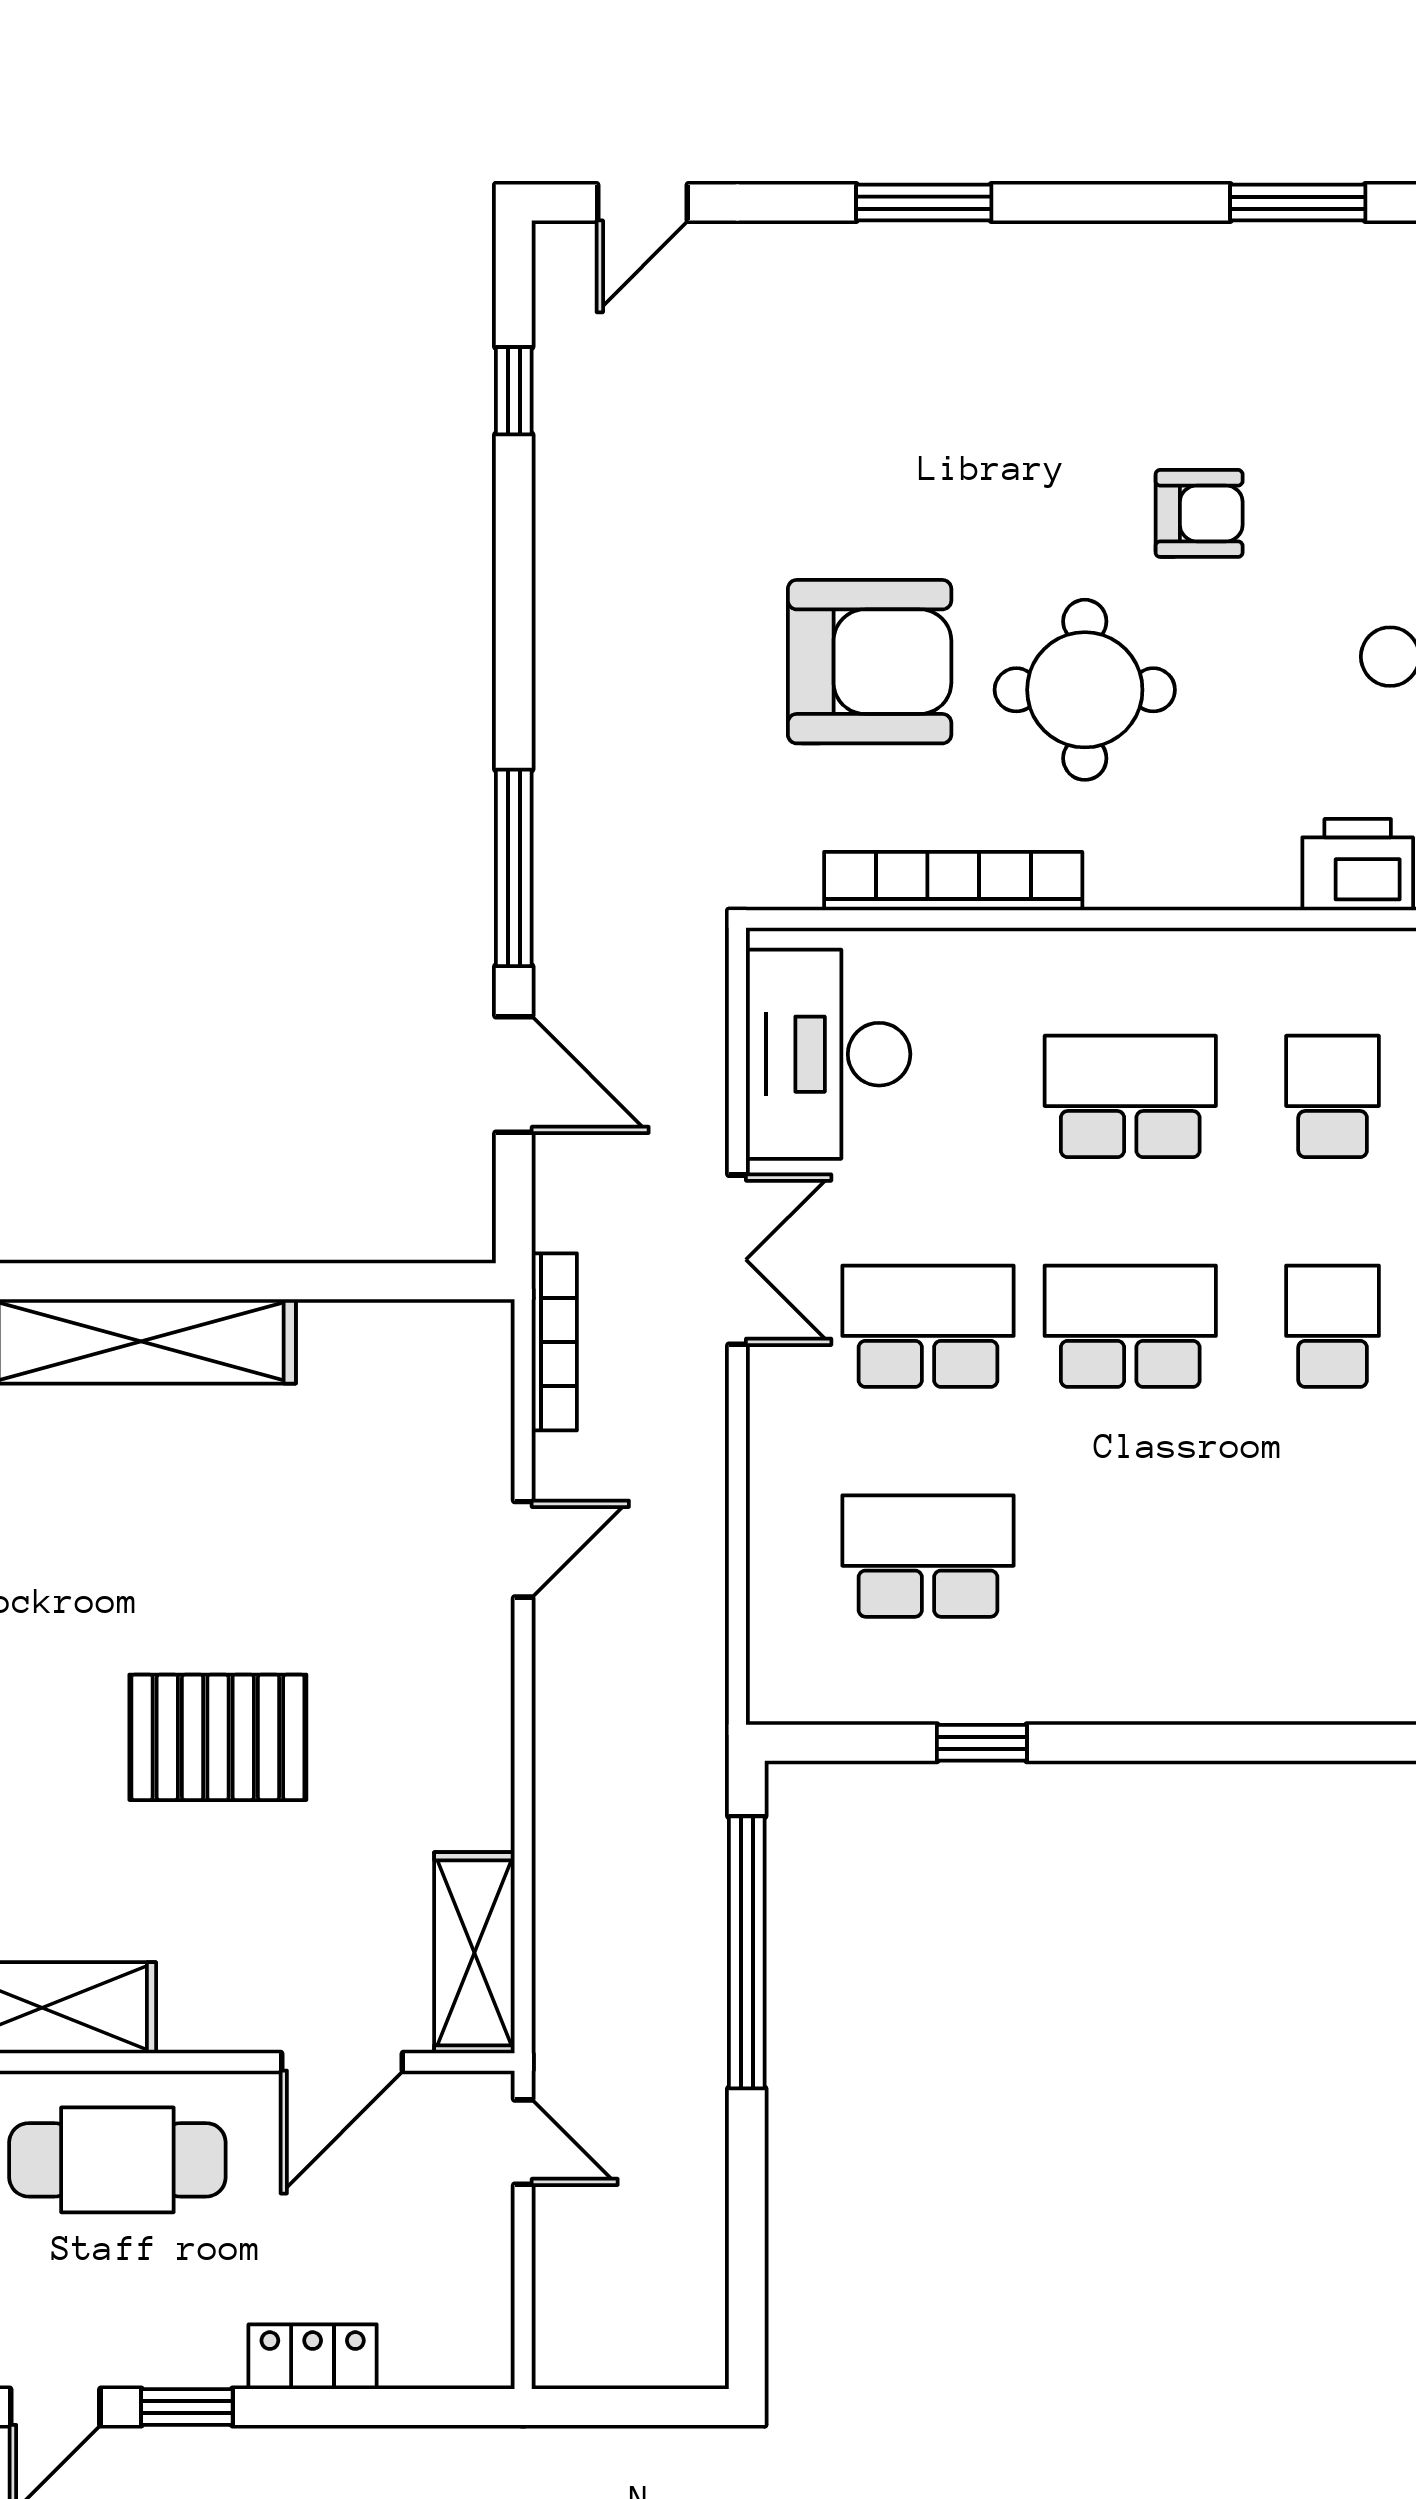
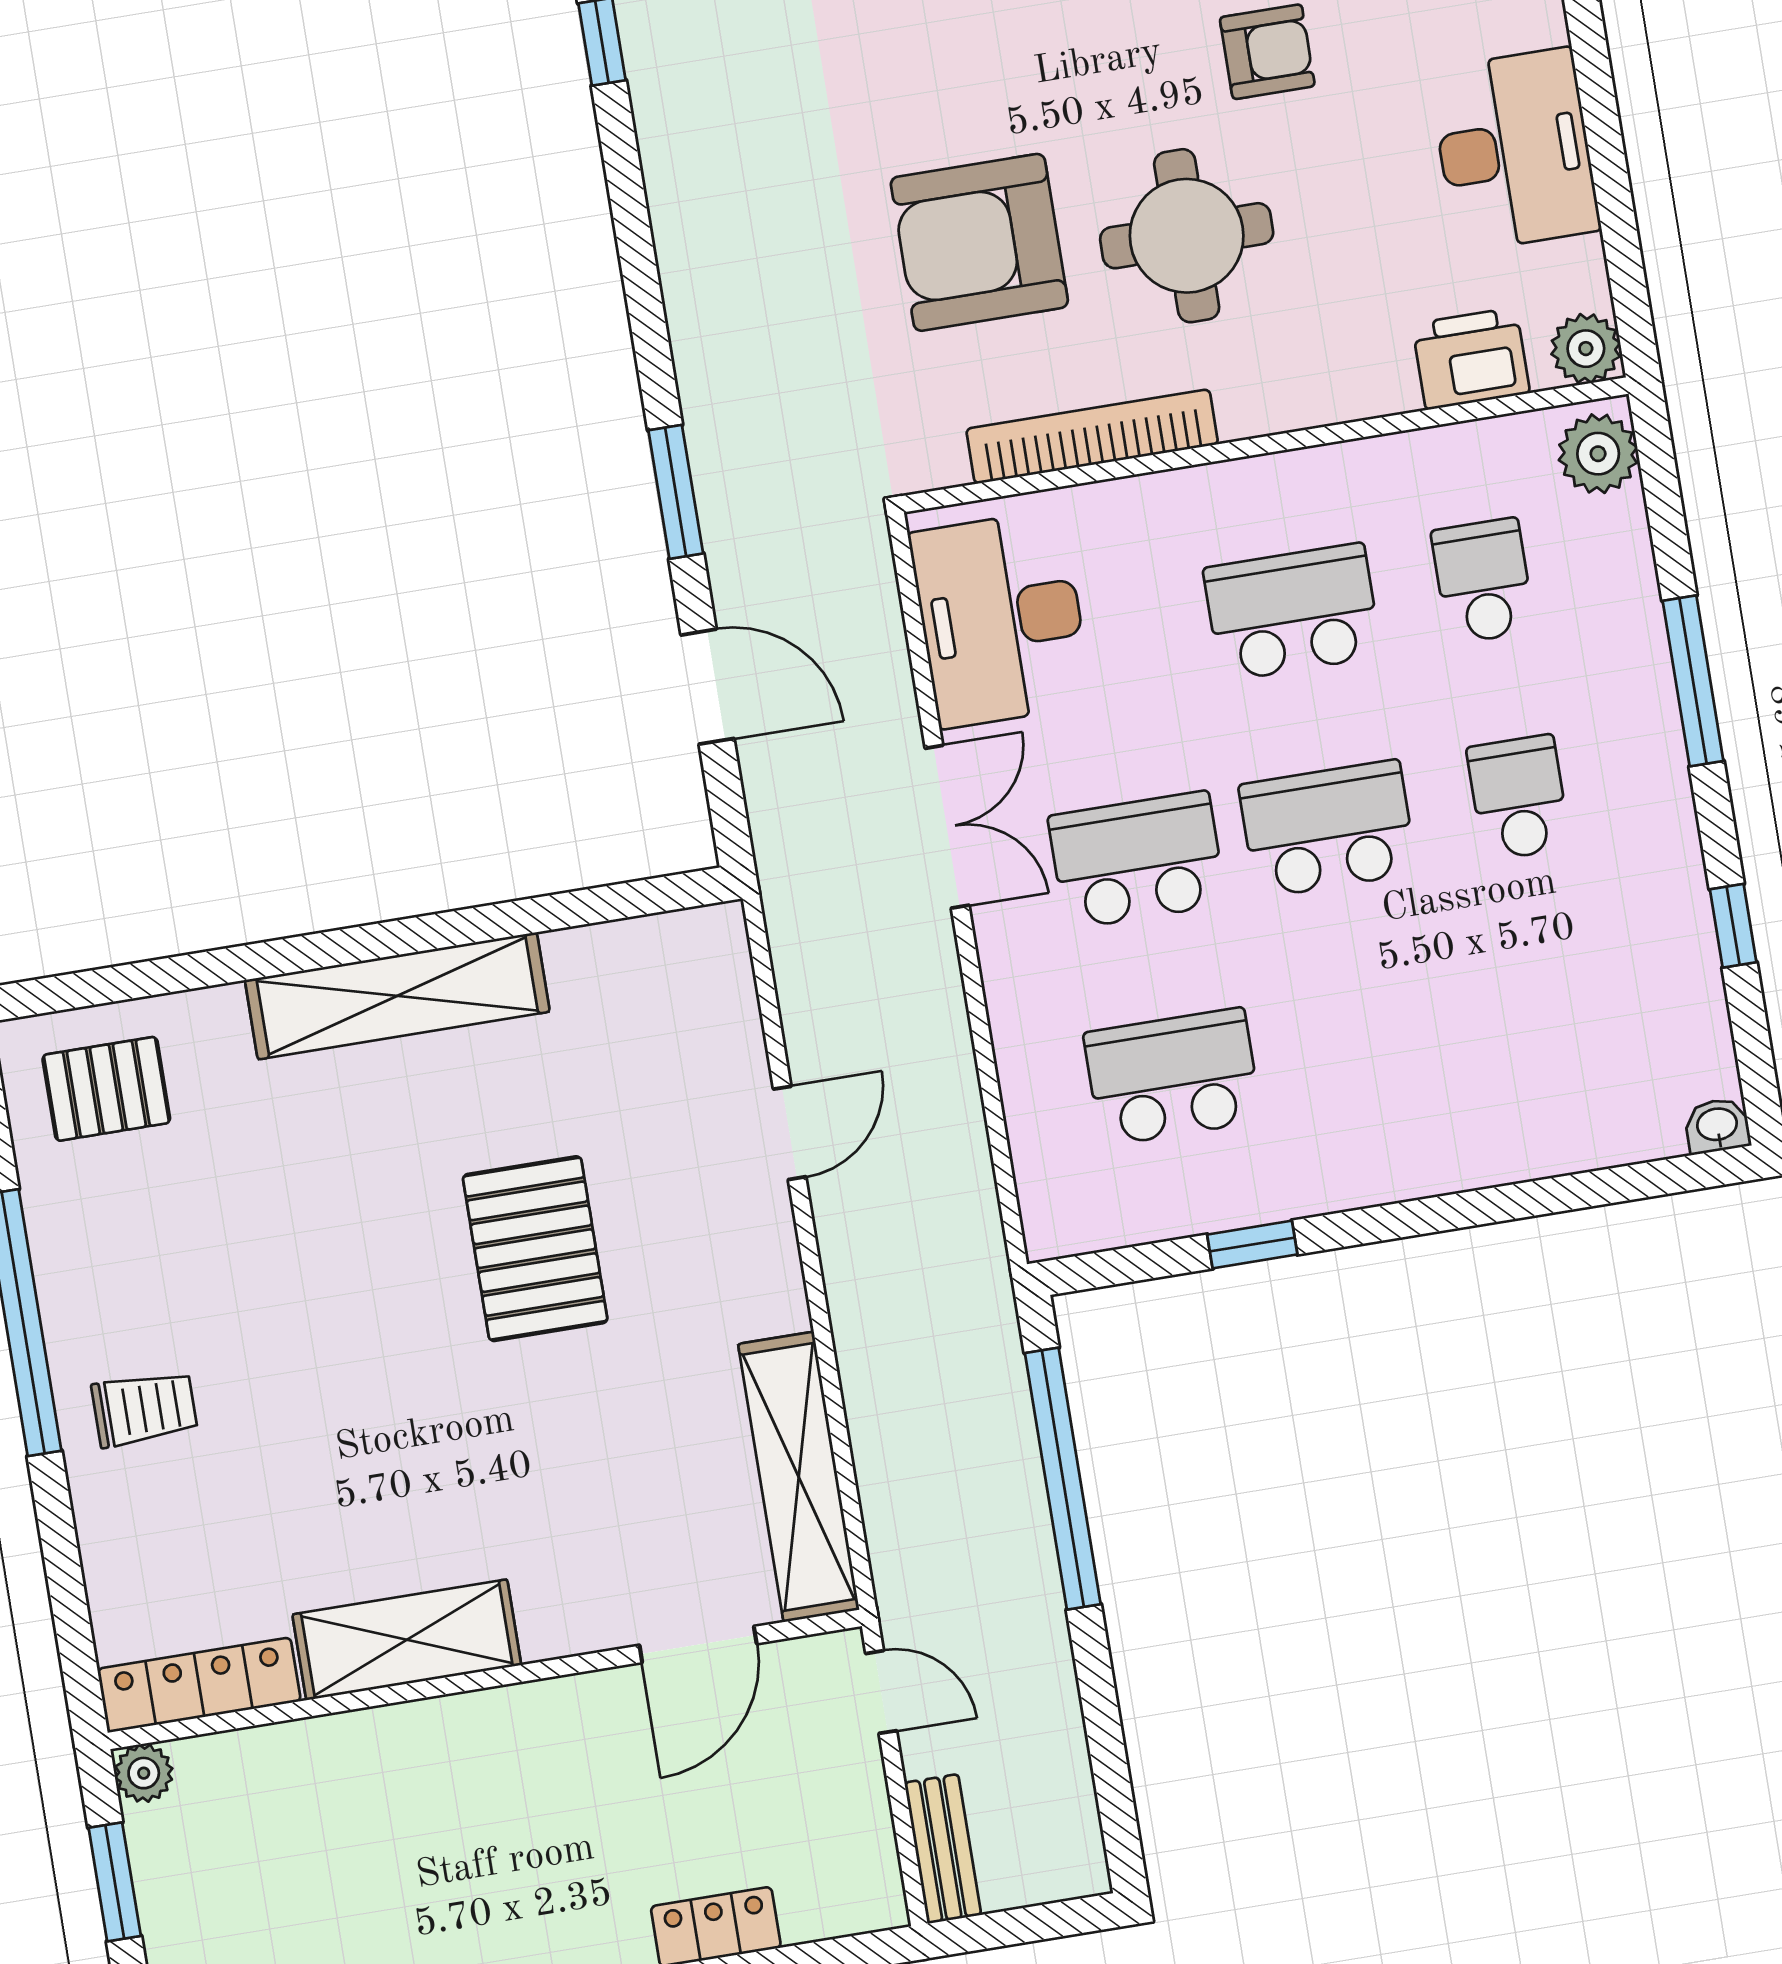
armchair: (870, 662) -> (979, 242), turned 180
window: (514, 868) -> (676, 492), width x0.69
bookcase: (554, 1342) -> (787, 933), removed
pallet: (218, 1737) -> (535, 1249), moved, turned 90
shelving: (474, 1953) -> (799, 1477), width x1.47
cafe table: (117, 2160) -> (501, 1771), removed
bench: (560, 2314) -> (943, 1849), added

